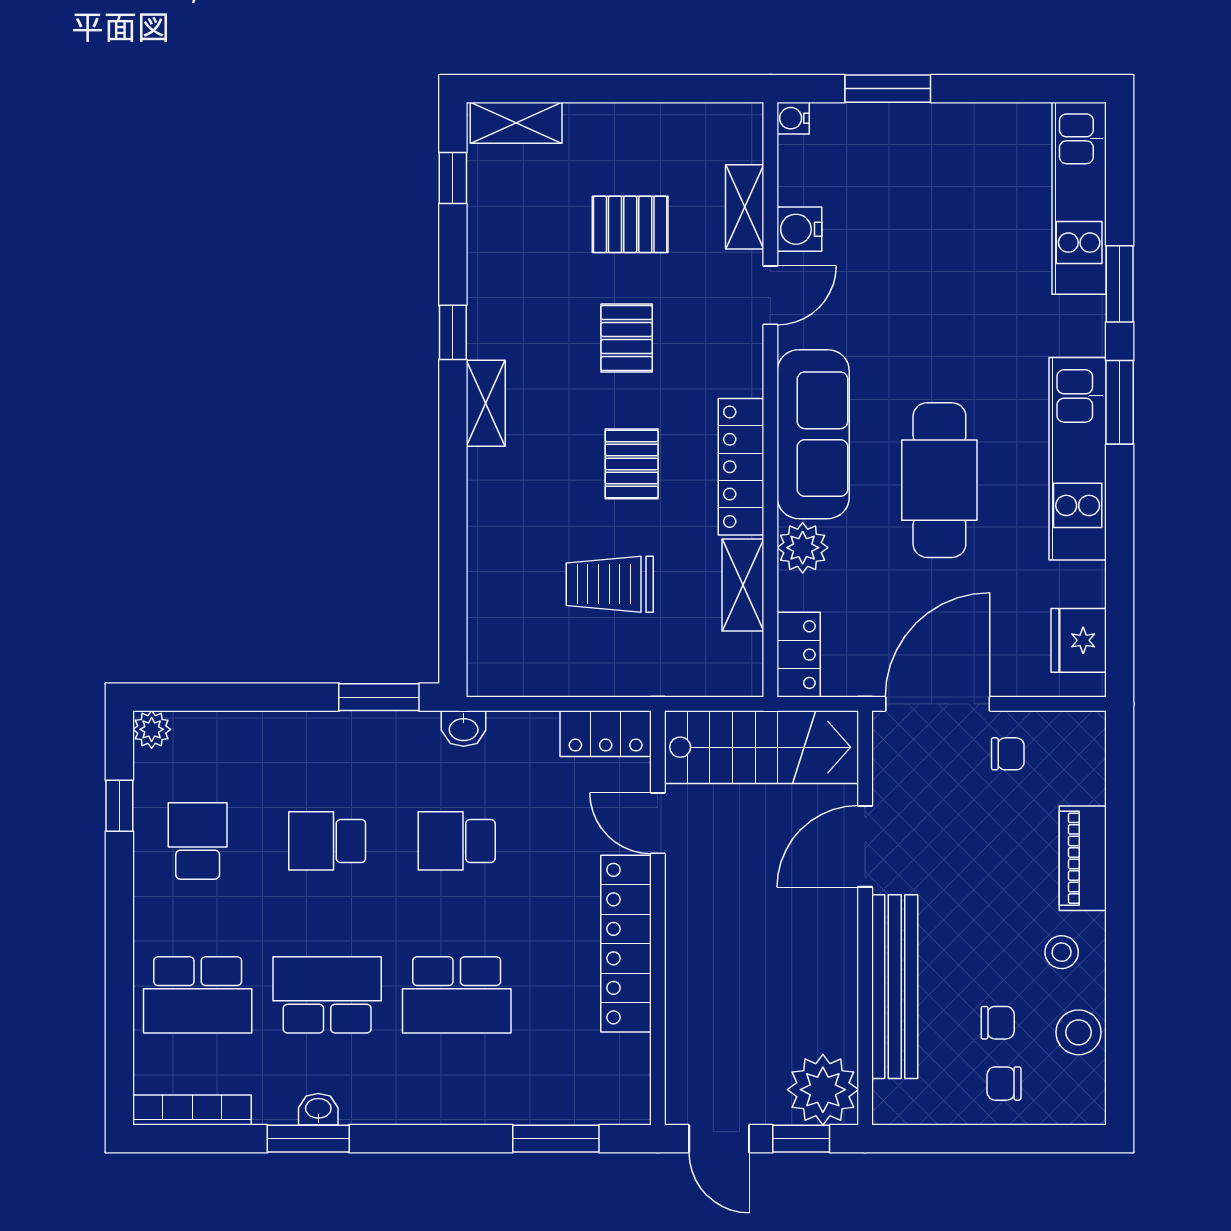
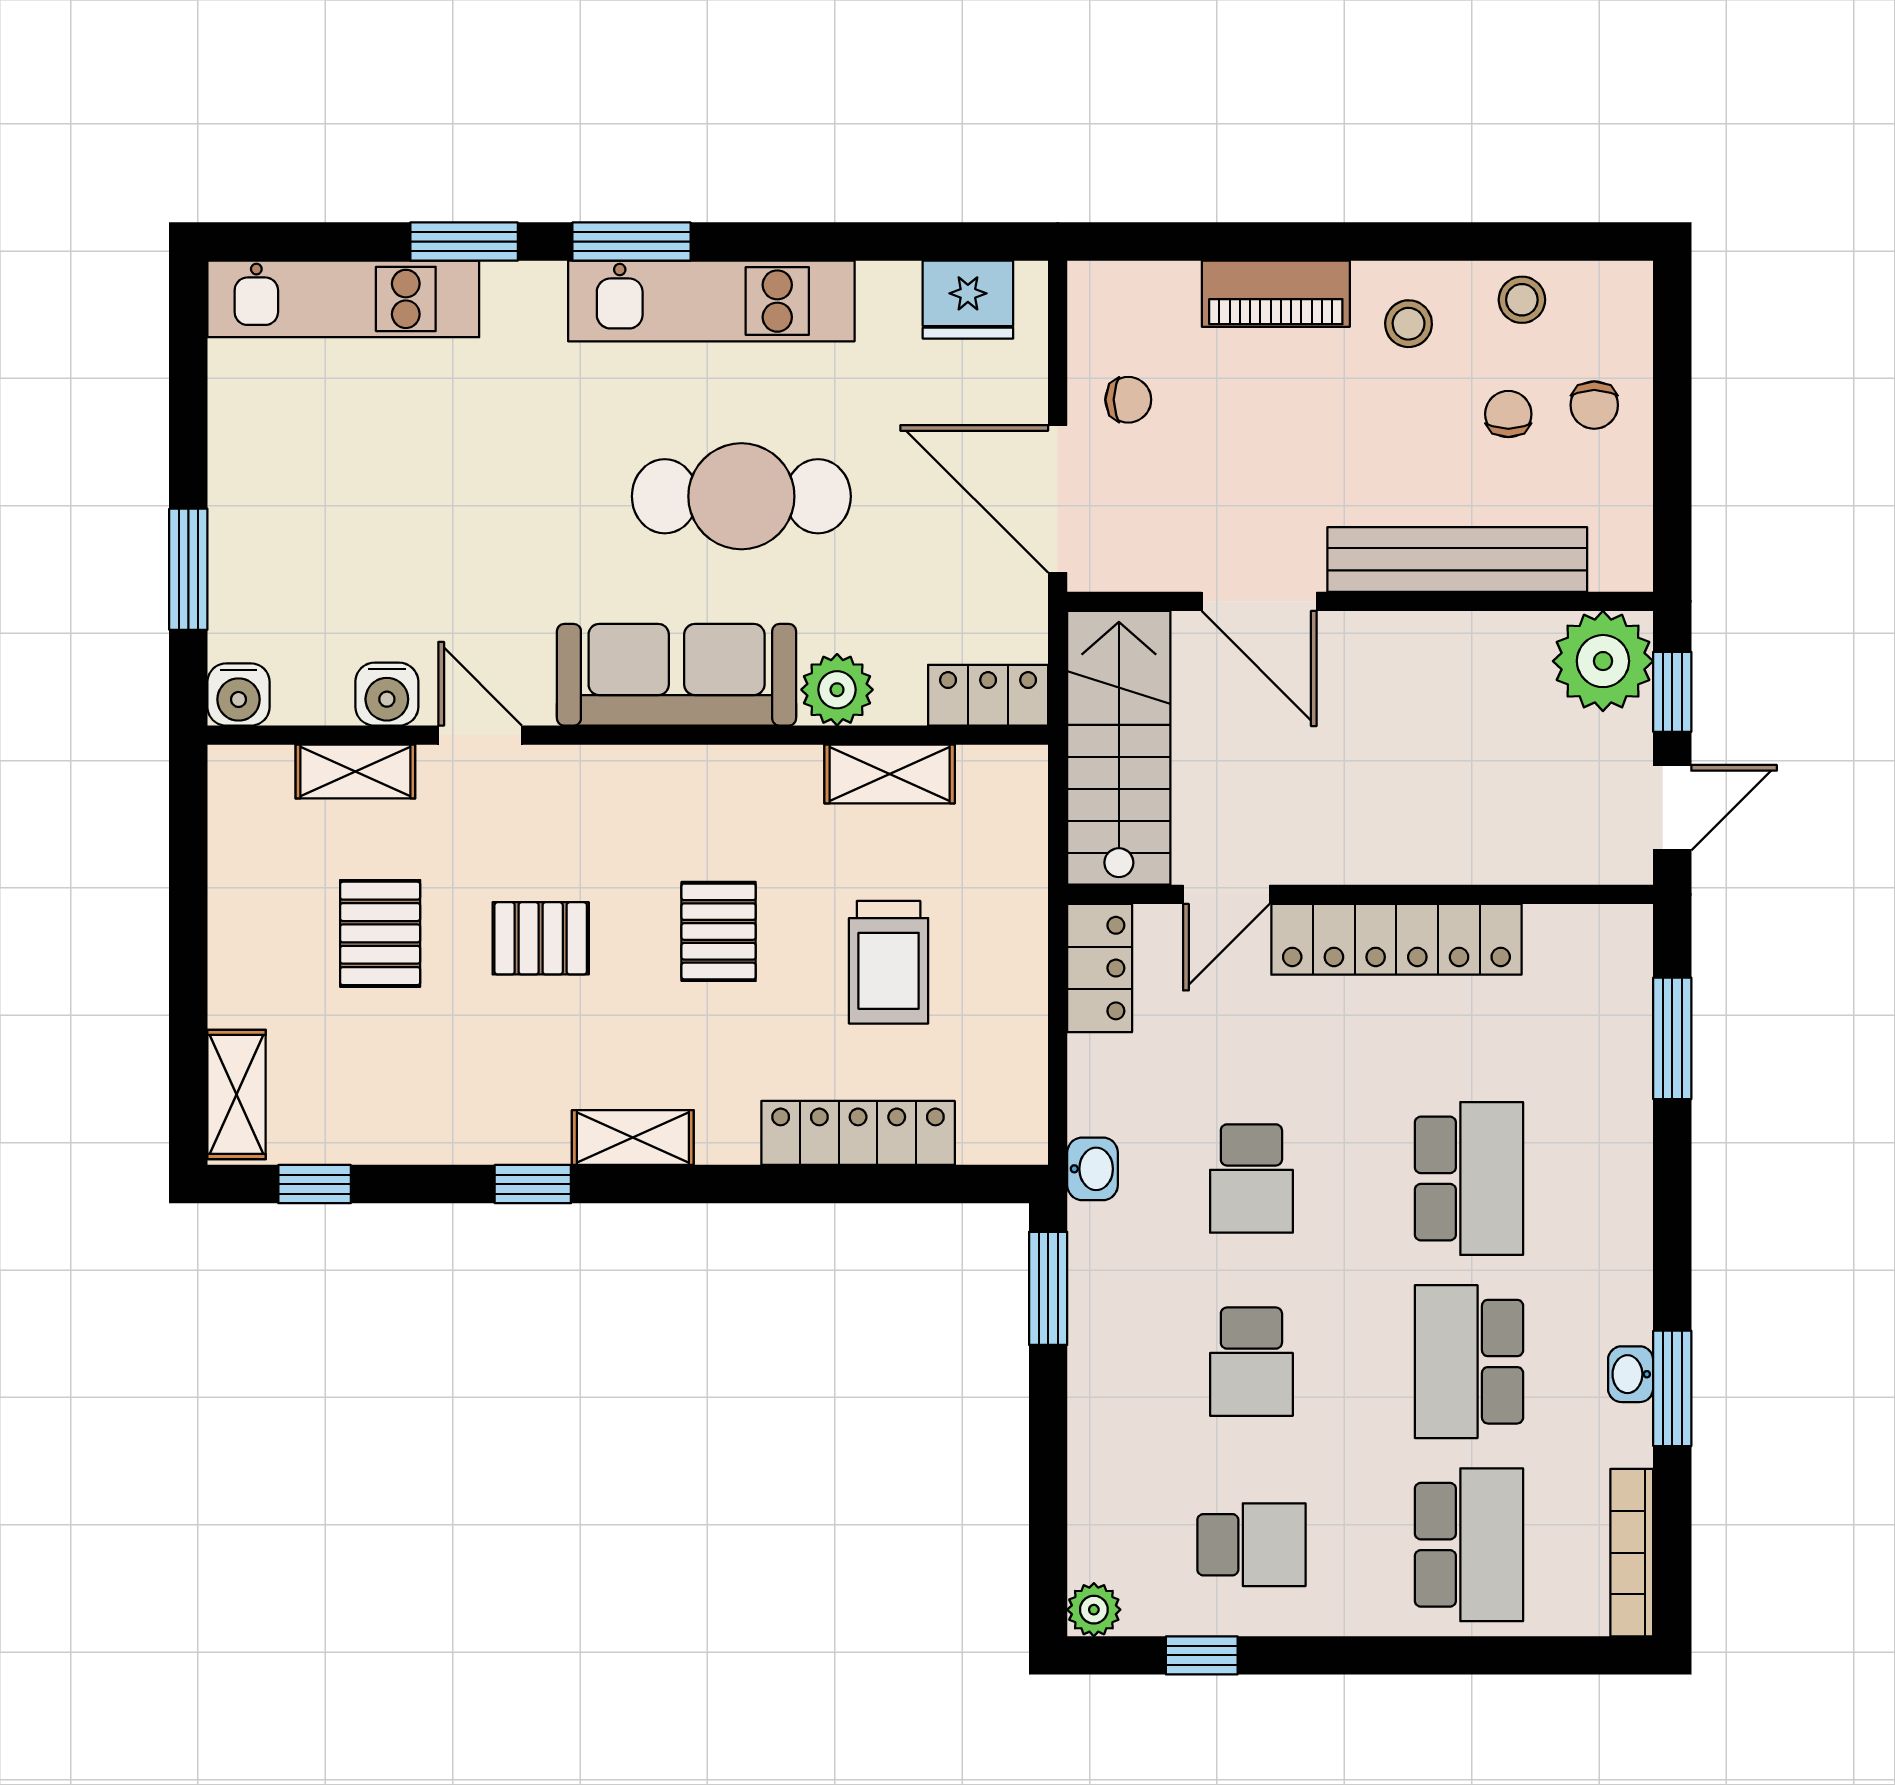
water cooler: (793, 118) -> (239, 694), width x1.38, depth x1.38
pallet: (632, 464) -> (719, 931), turned 90
locker: (741, 467) -> (858, 1133), moved, turned 180
chair: (1008, 754) -> (1128, 400), turned 90
school desk: (198, 841) -> (1251, 1545), turned 180
stool: (1079, 1032) -> (1522, 300), width x0.73, depth x0.73

